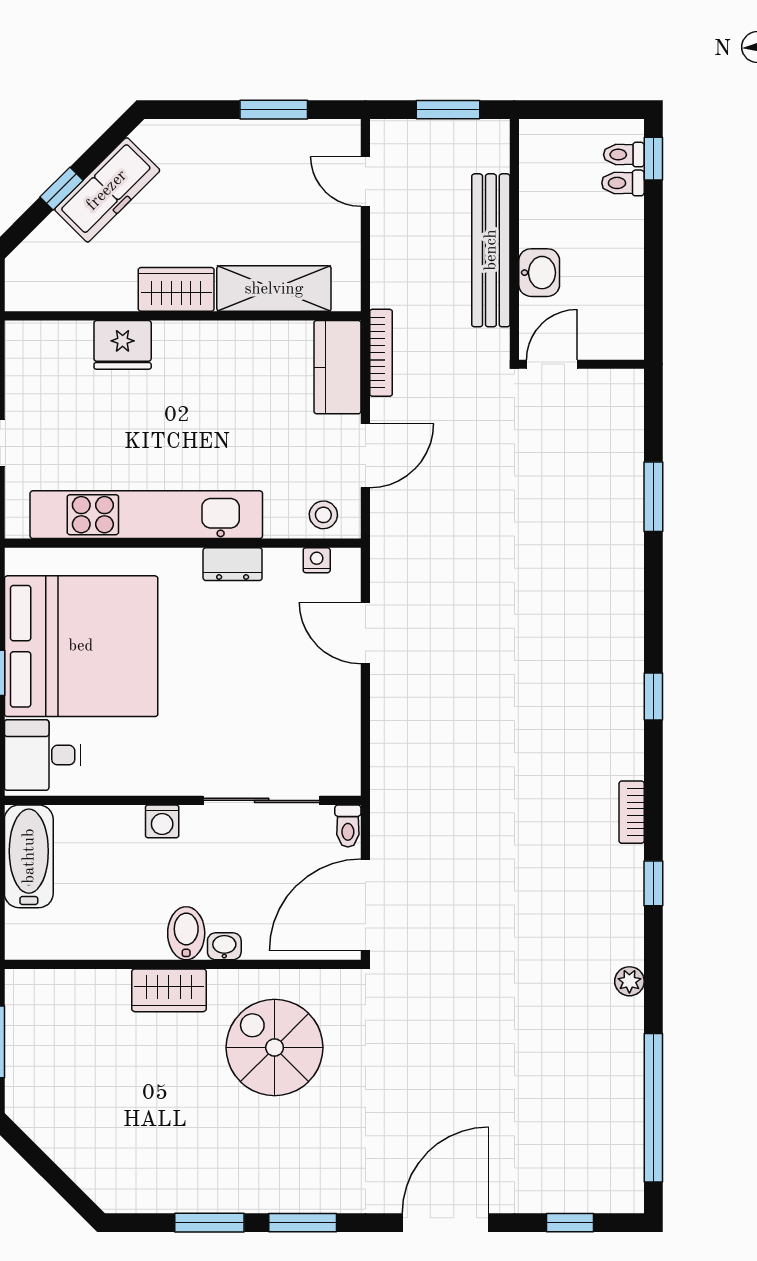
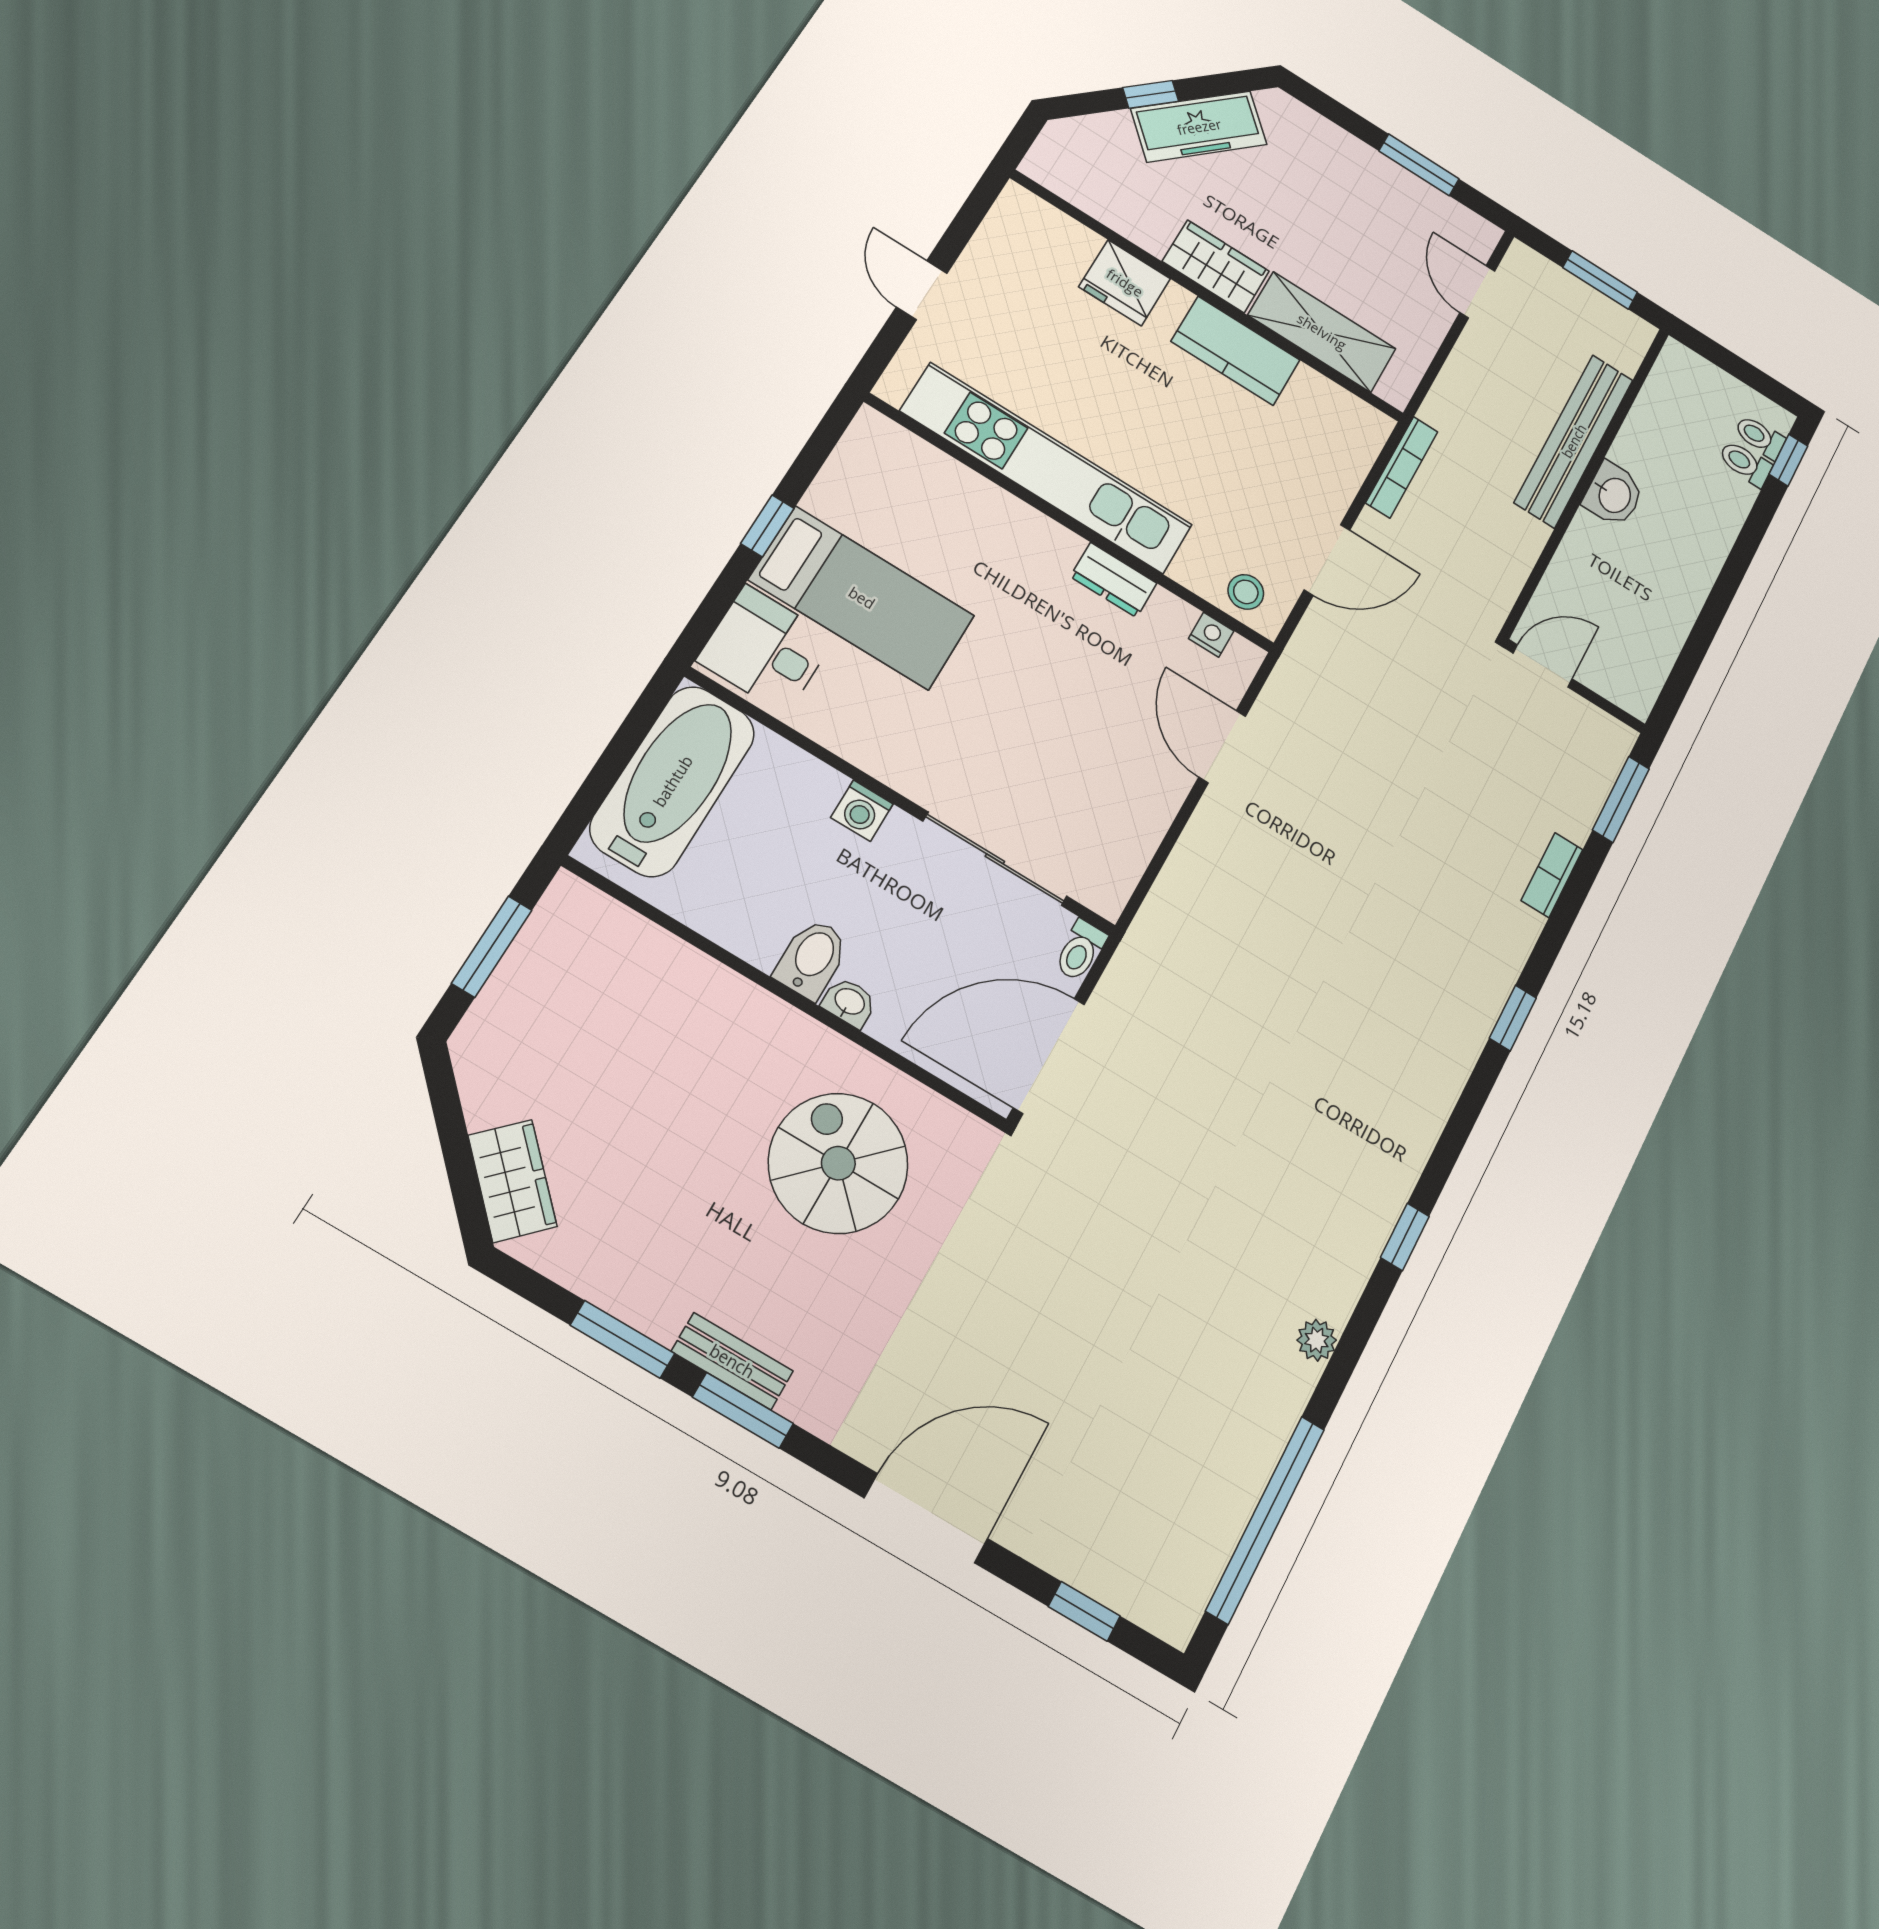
door: (552, 364) -> (1543, 666), moved
wall: (581, 364) -> (1575, 686), moved
kitchen counter: (337, 367) -> (1236, 351), moved, turned -90
bed: (81, 646) -> (862, 598), width x0.49
bookcase: (632, 812) -> (1552, 875), moved
bathtub: (29, 856) -> (673, 781), width x1.36, depth x1.36
wardrobe: (169, 990) -> (512, 1181), moved, turned -135
bench: (280, 1199) -> (732, 1361), added

